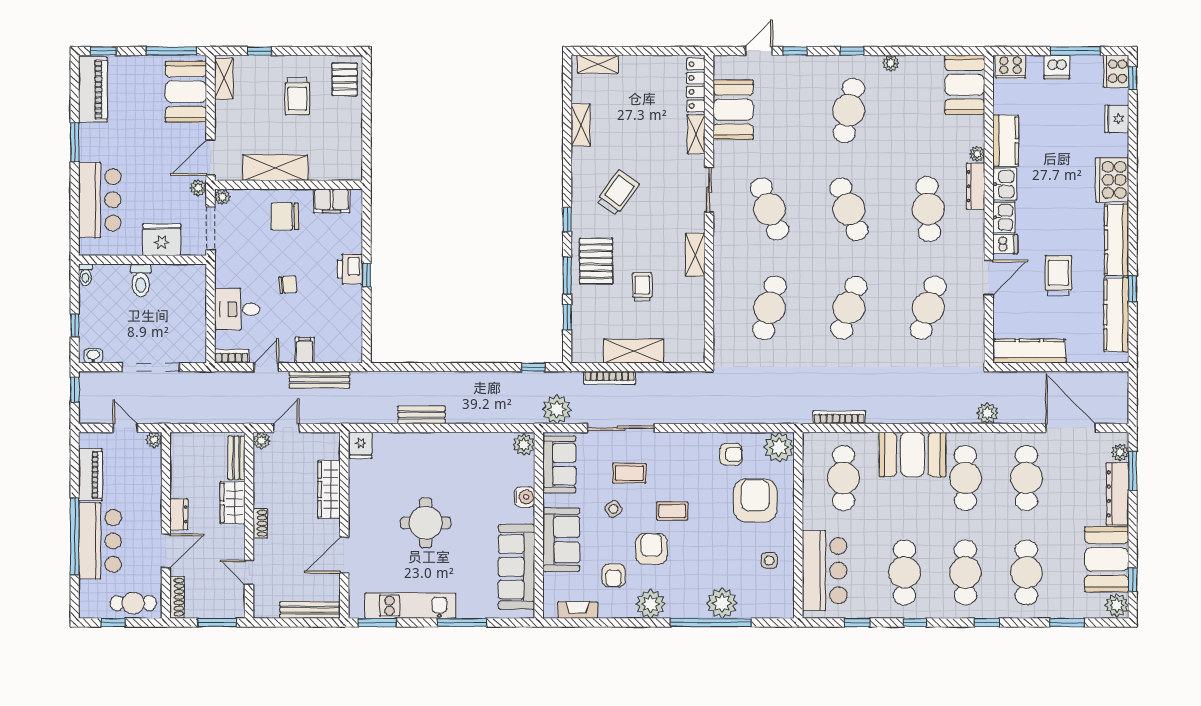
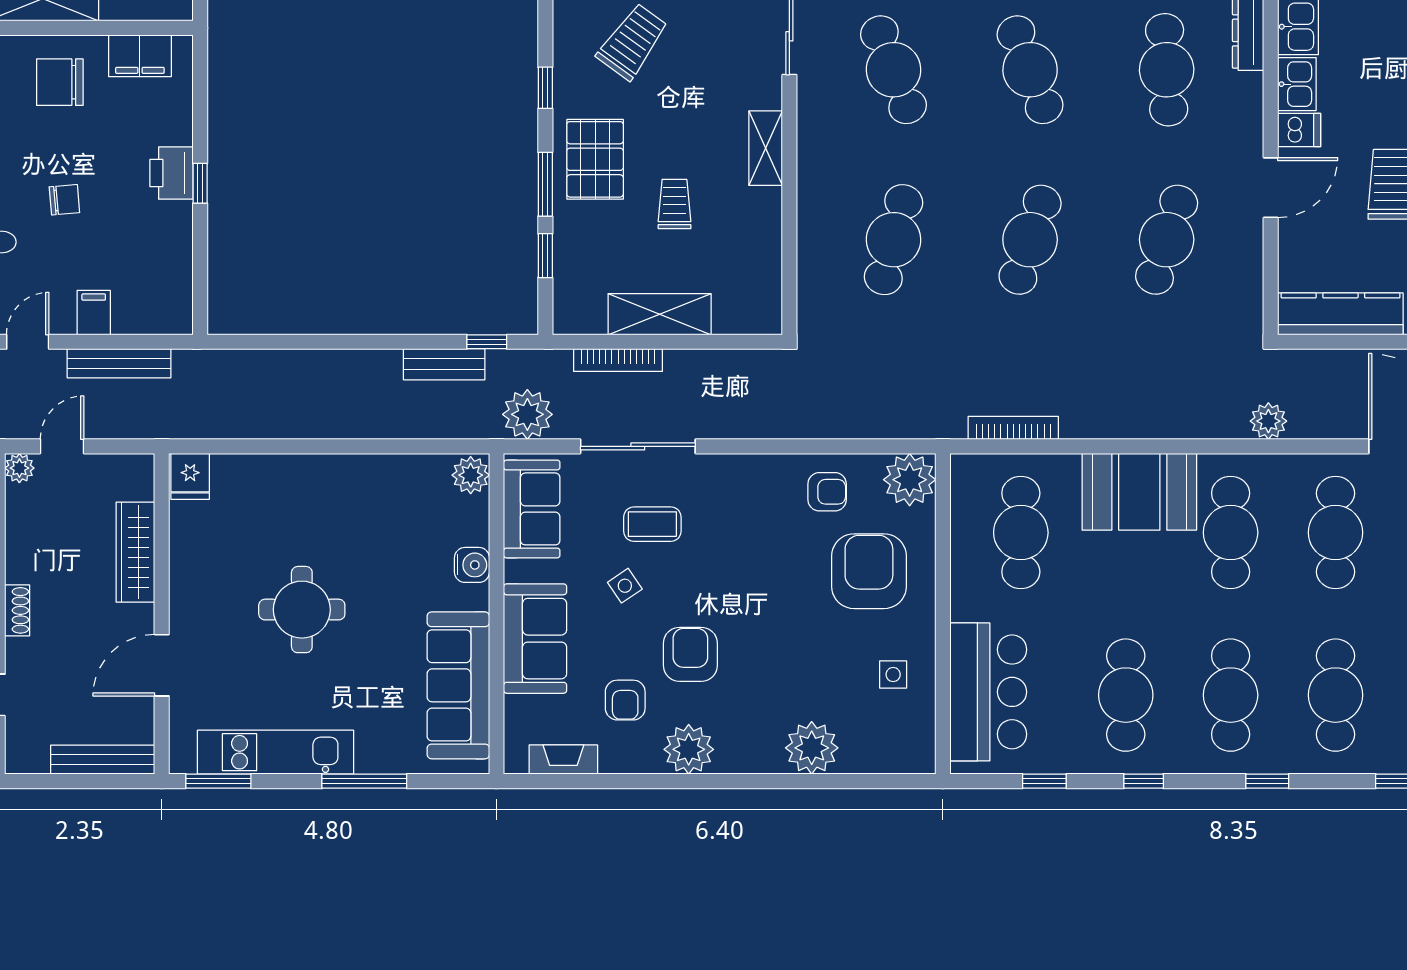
bench: (422, 415) -> (444, 364), moved
coffee table: (672, 511) -> (726, 589), removed
window: (711, 623) -> (793, 781), removed

